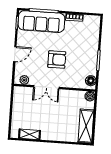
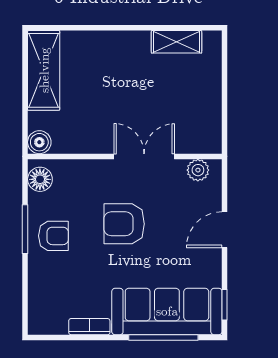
armchair: (87, 57) -> (53, 236), added

